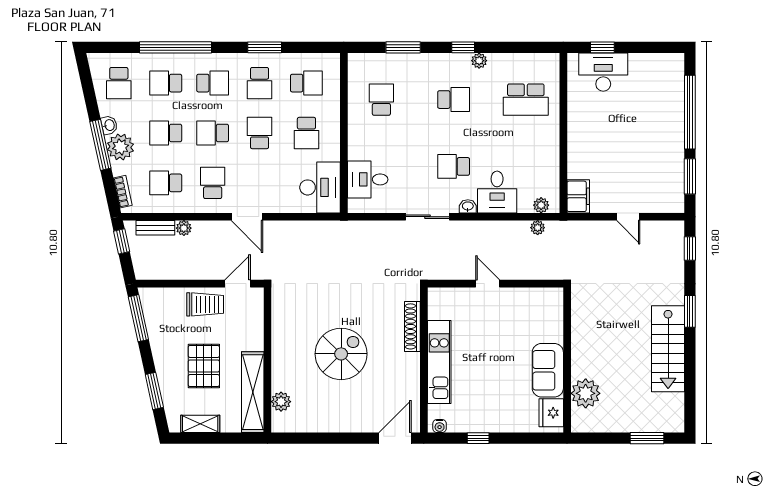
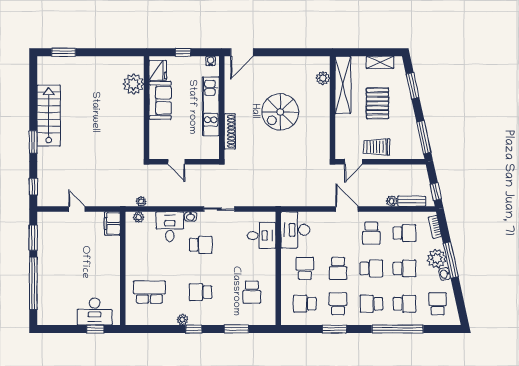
wall: (567, 360) -> (147, 108), moved
sofa: (548, 370) -> (160, 100), moved
plant: (586, 393) -> (134, 84), moved
fridge: (551, 413) -> (158, 70), moved

